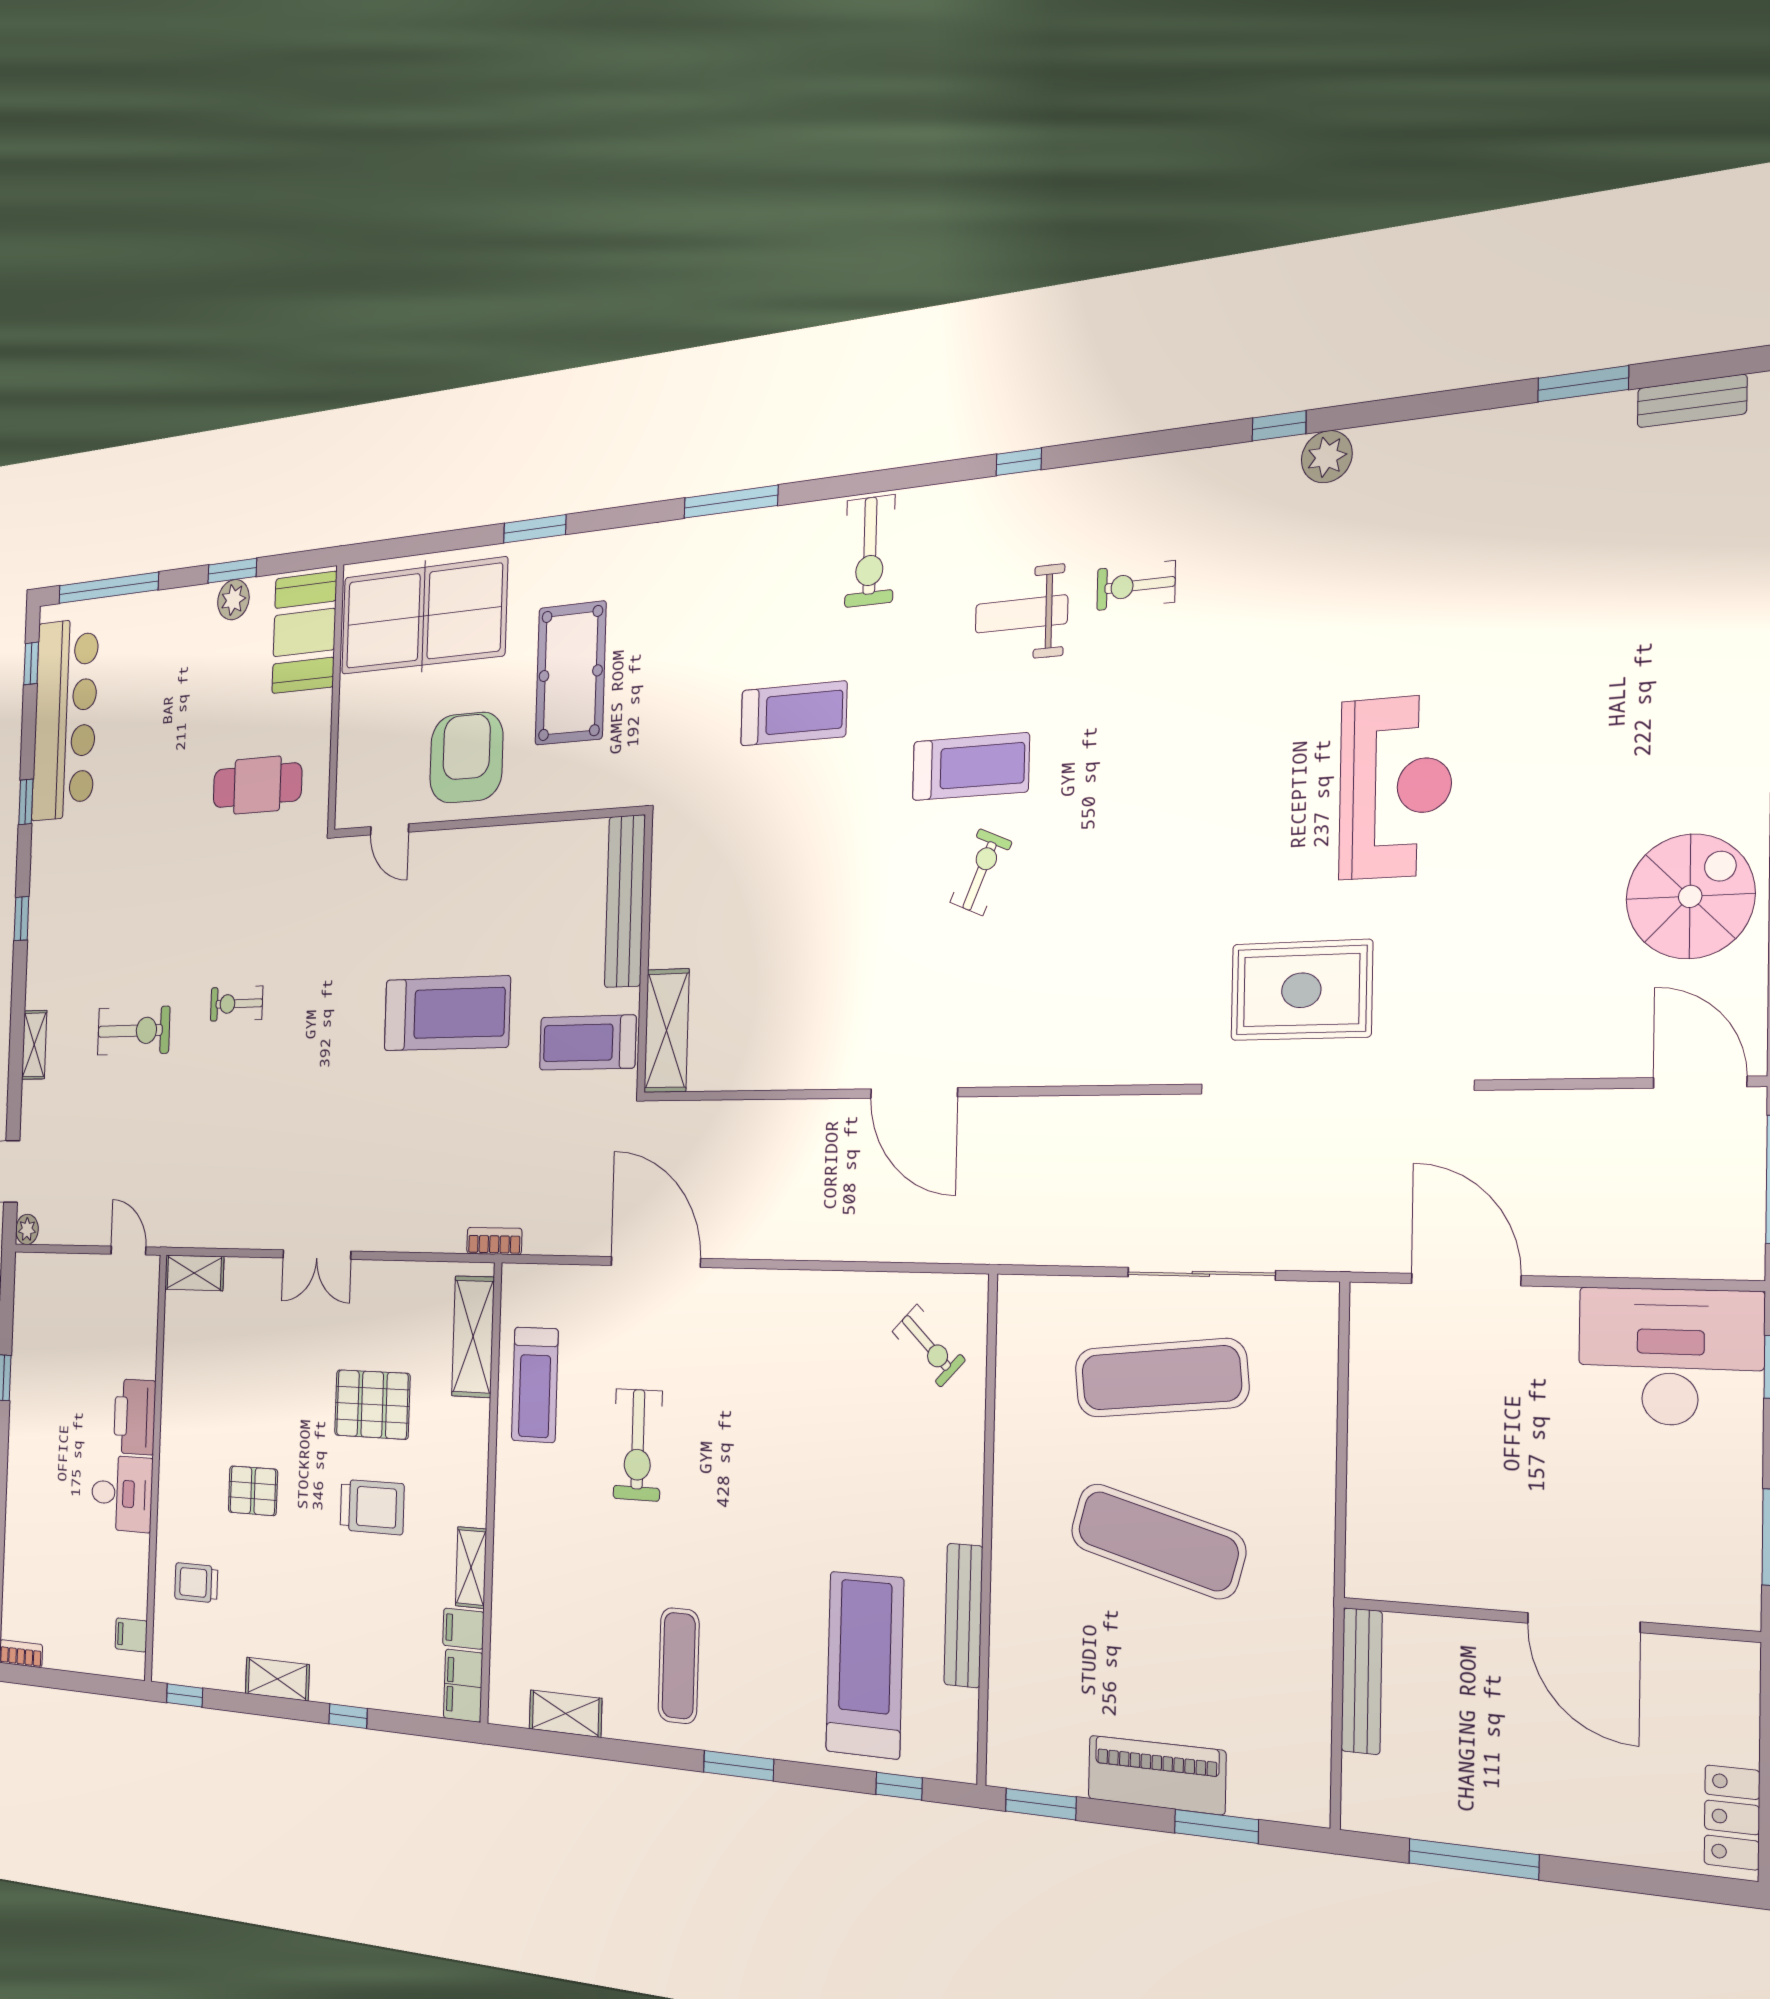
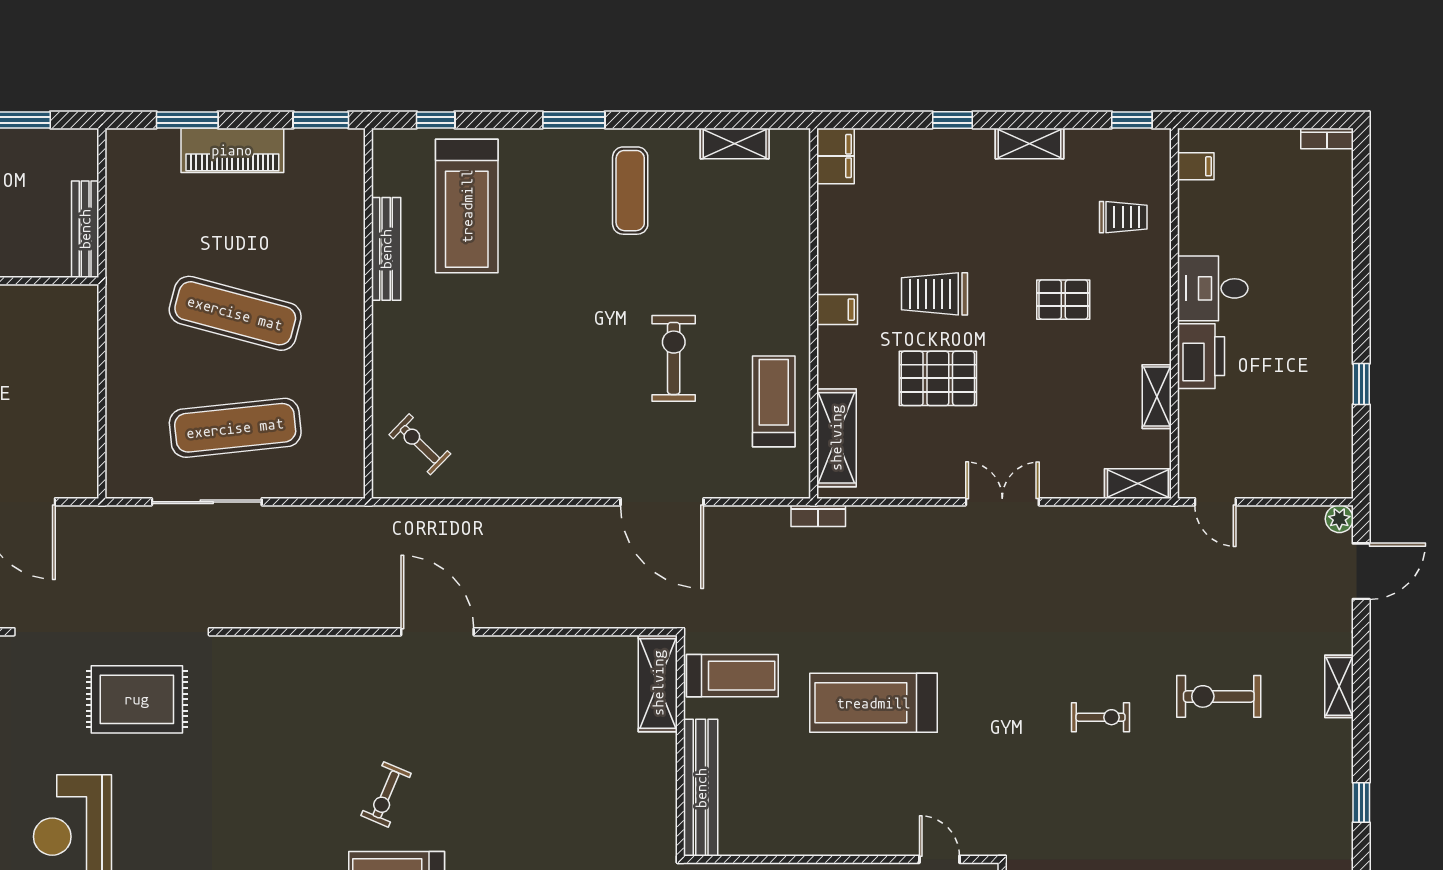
shelving: (471, 1567) -> (1157, 397), moved
filing cabinet: (463, 1629) -> (837, 310), moved

